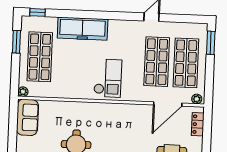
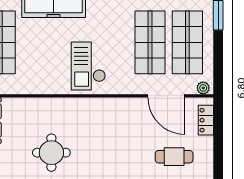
checkout: (108, 78) -> (88, 66), turned 180
door: (168, 104) -> (166, 96), hinge flipped

